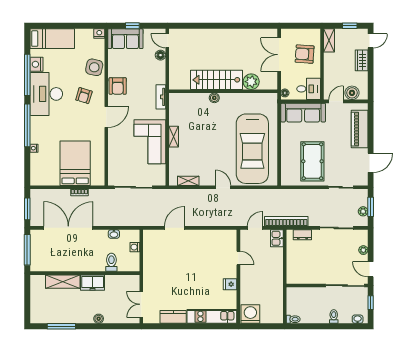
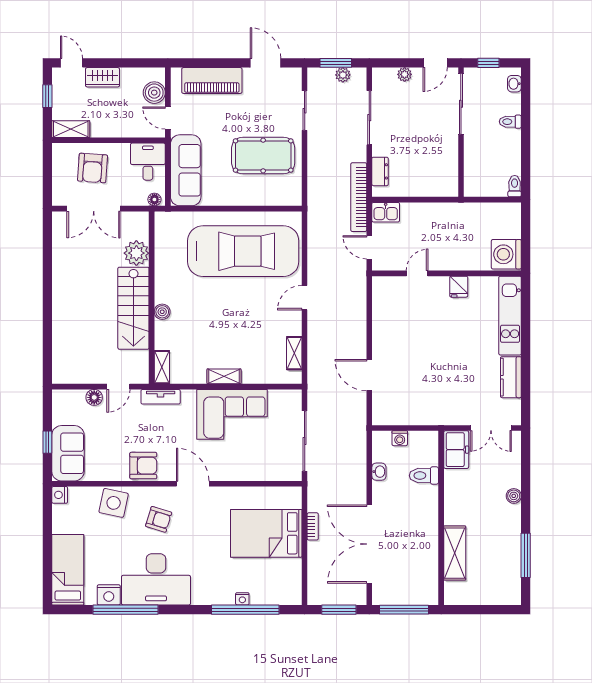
door: (167, 41) -> (118, 387), moved
shelving: (179, 98) -> (162, 367), added
window: (27, 125) -> (245, 610), moved
freezer: (93, 283) -> (456, 450), moved

